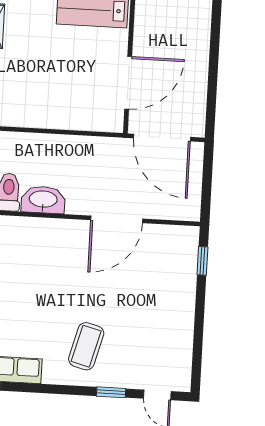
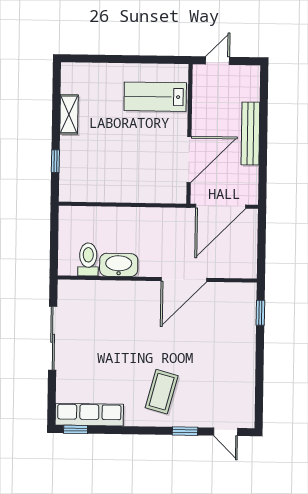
bench: (199, 56) -> (250, 134), added
door: (162, 138) -> (221, 206), hinge flipped

